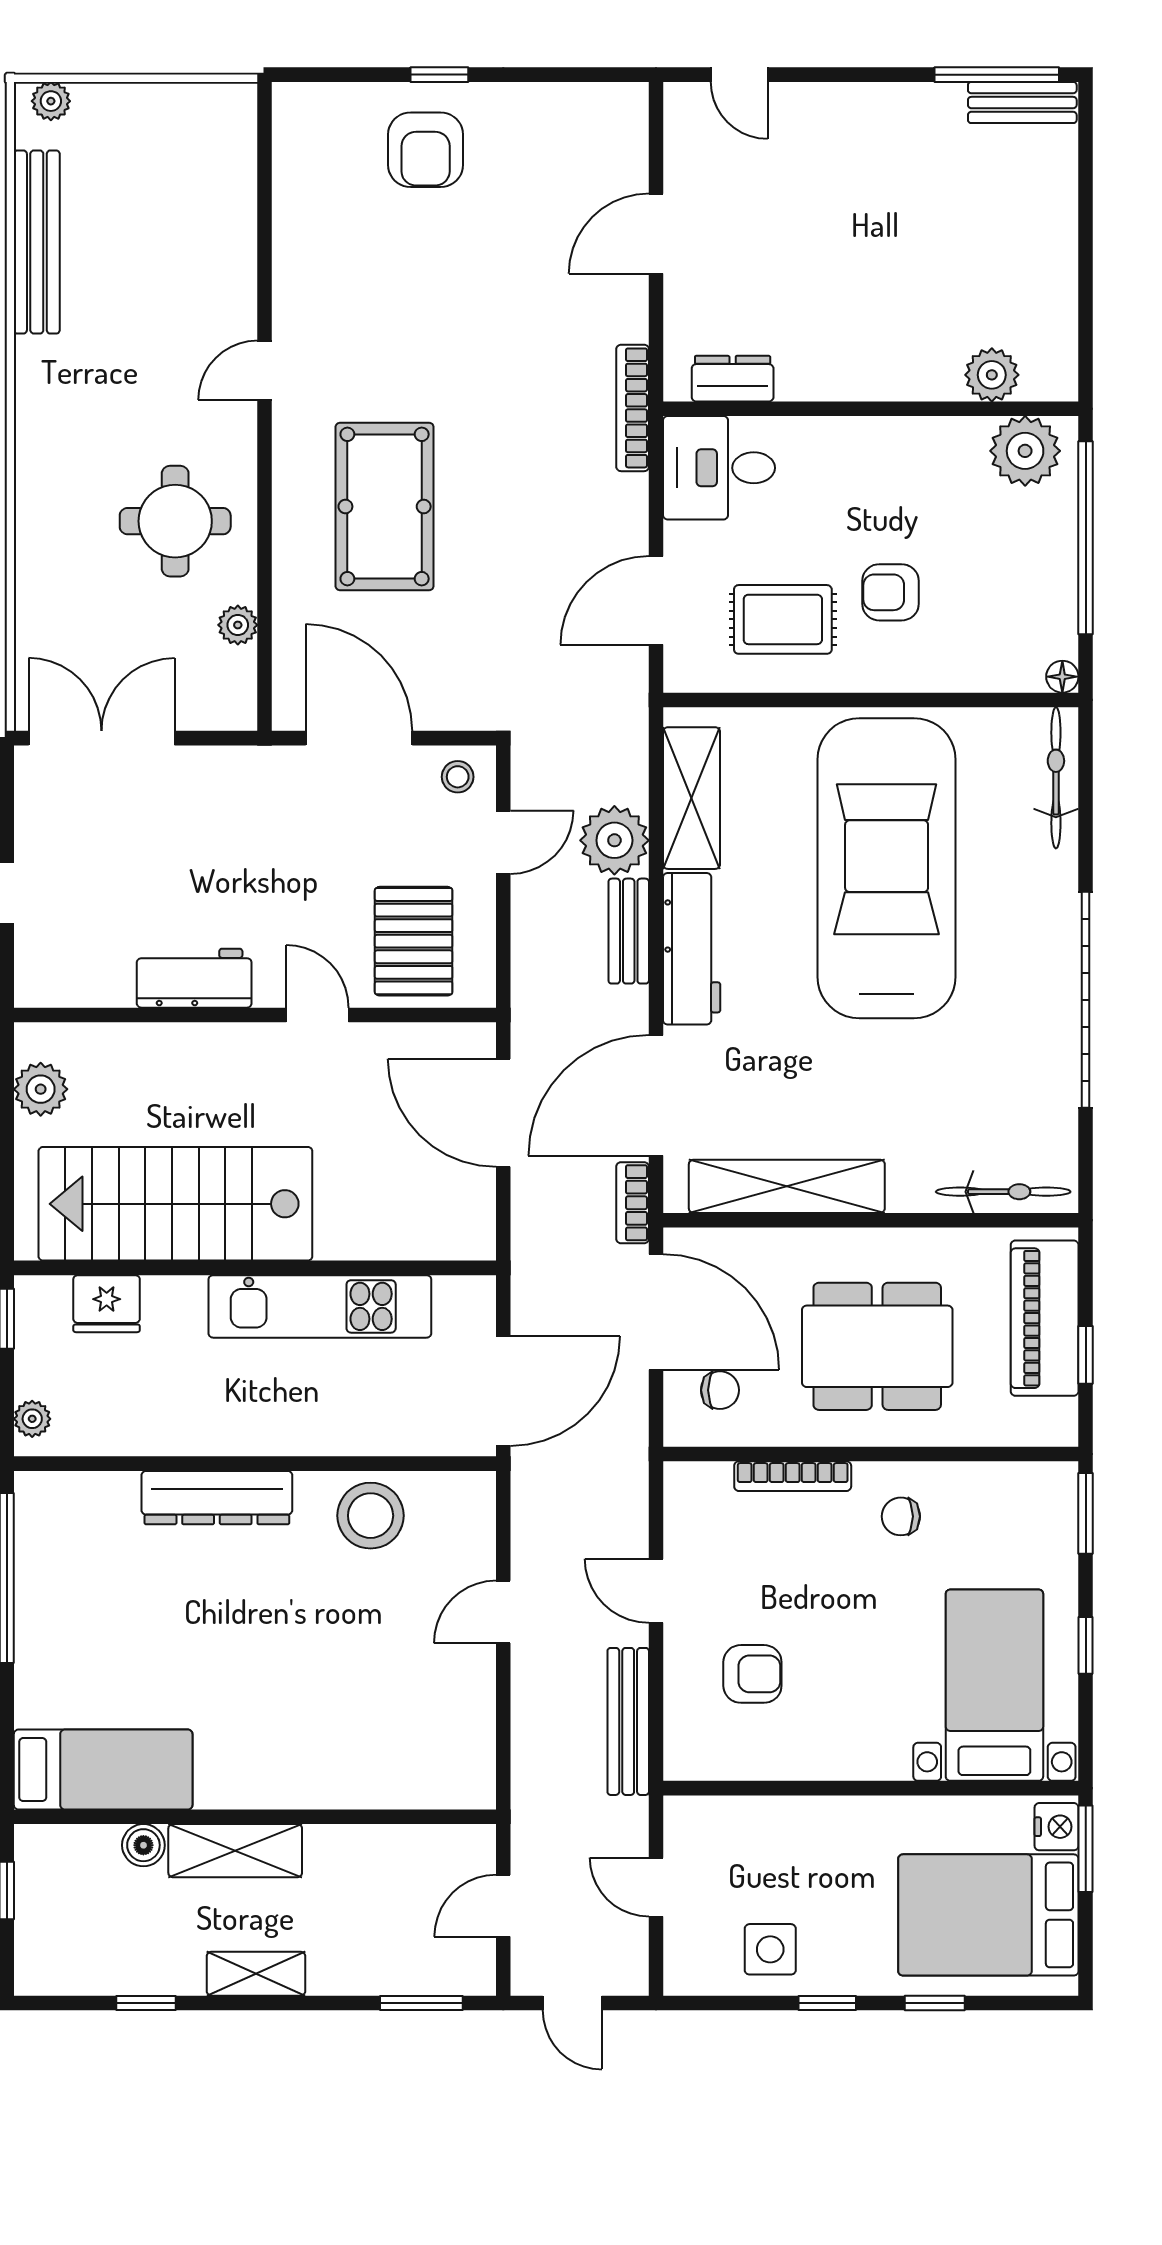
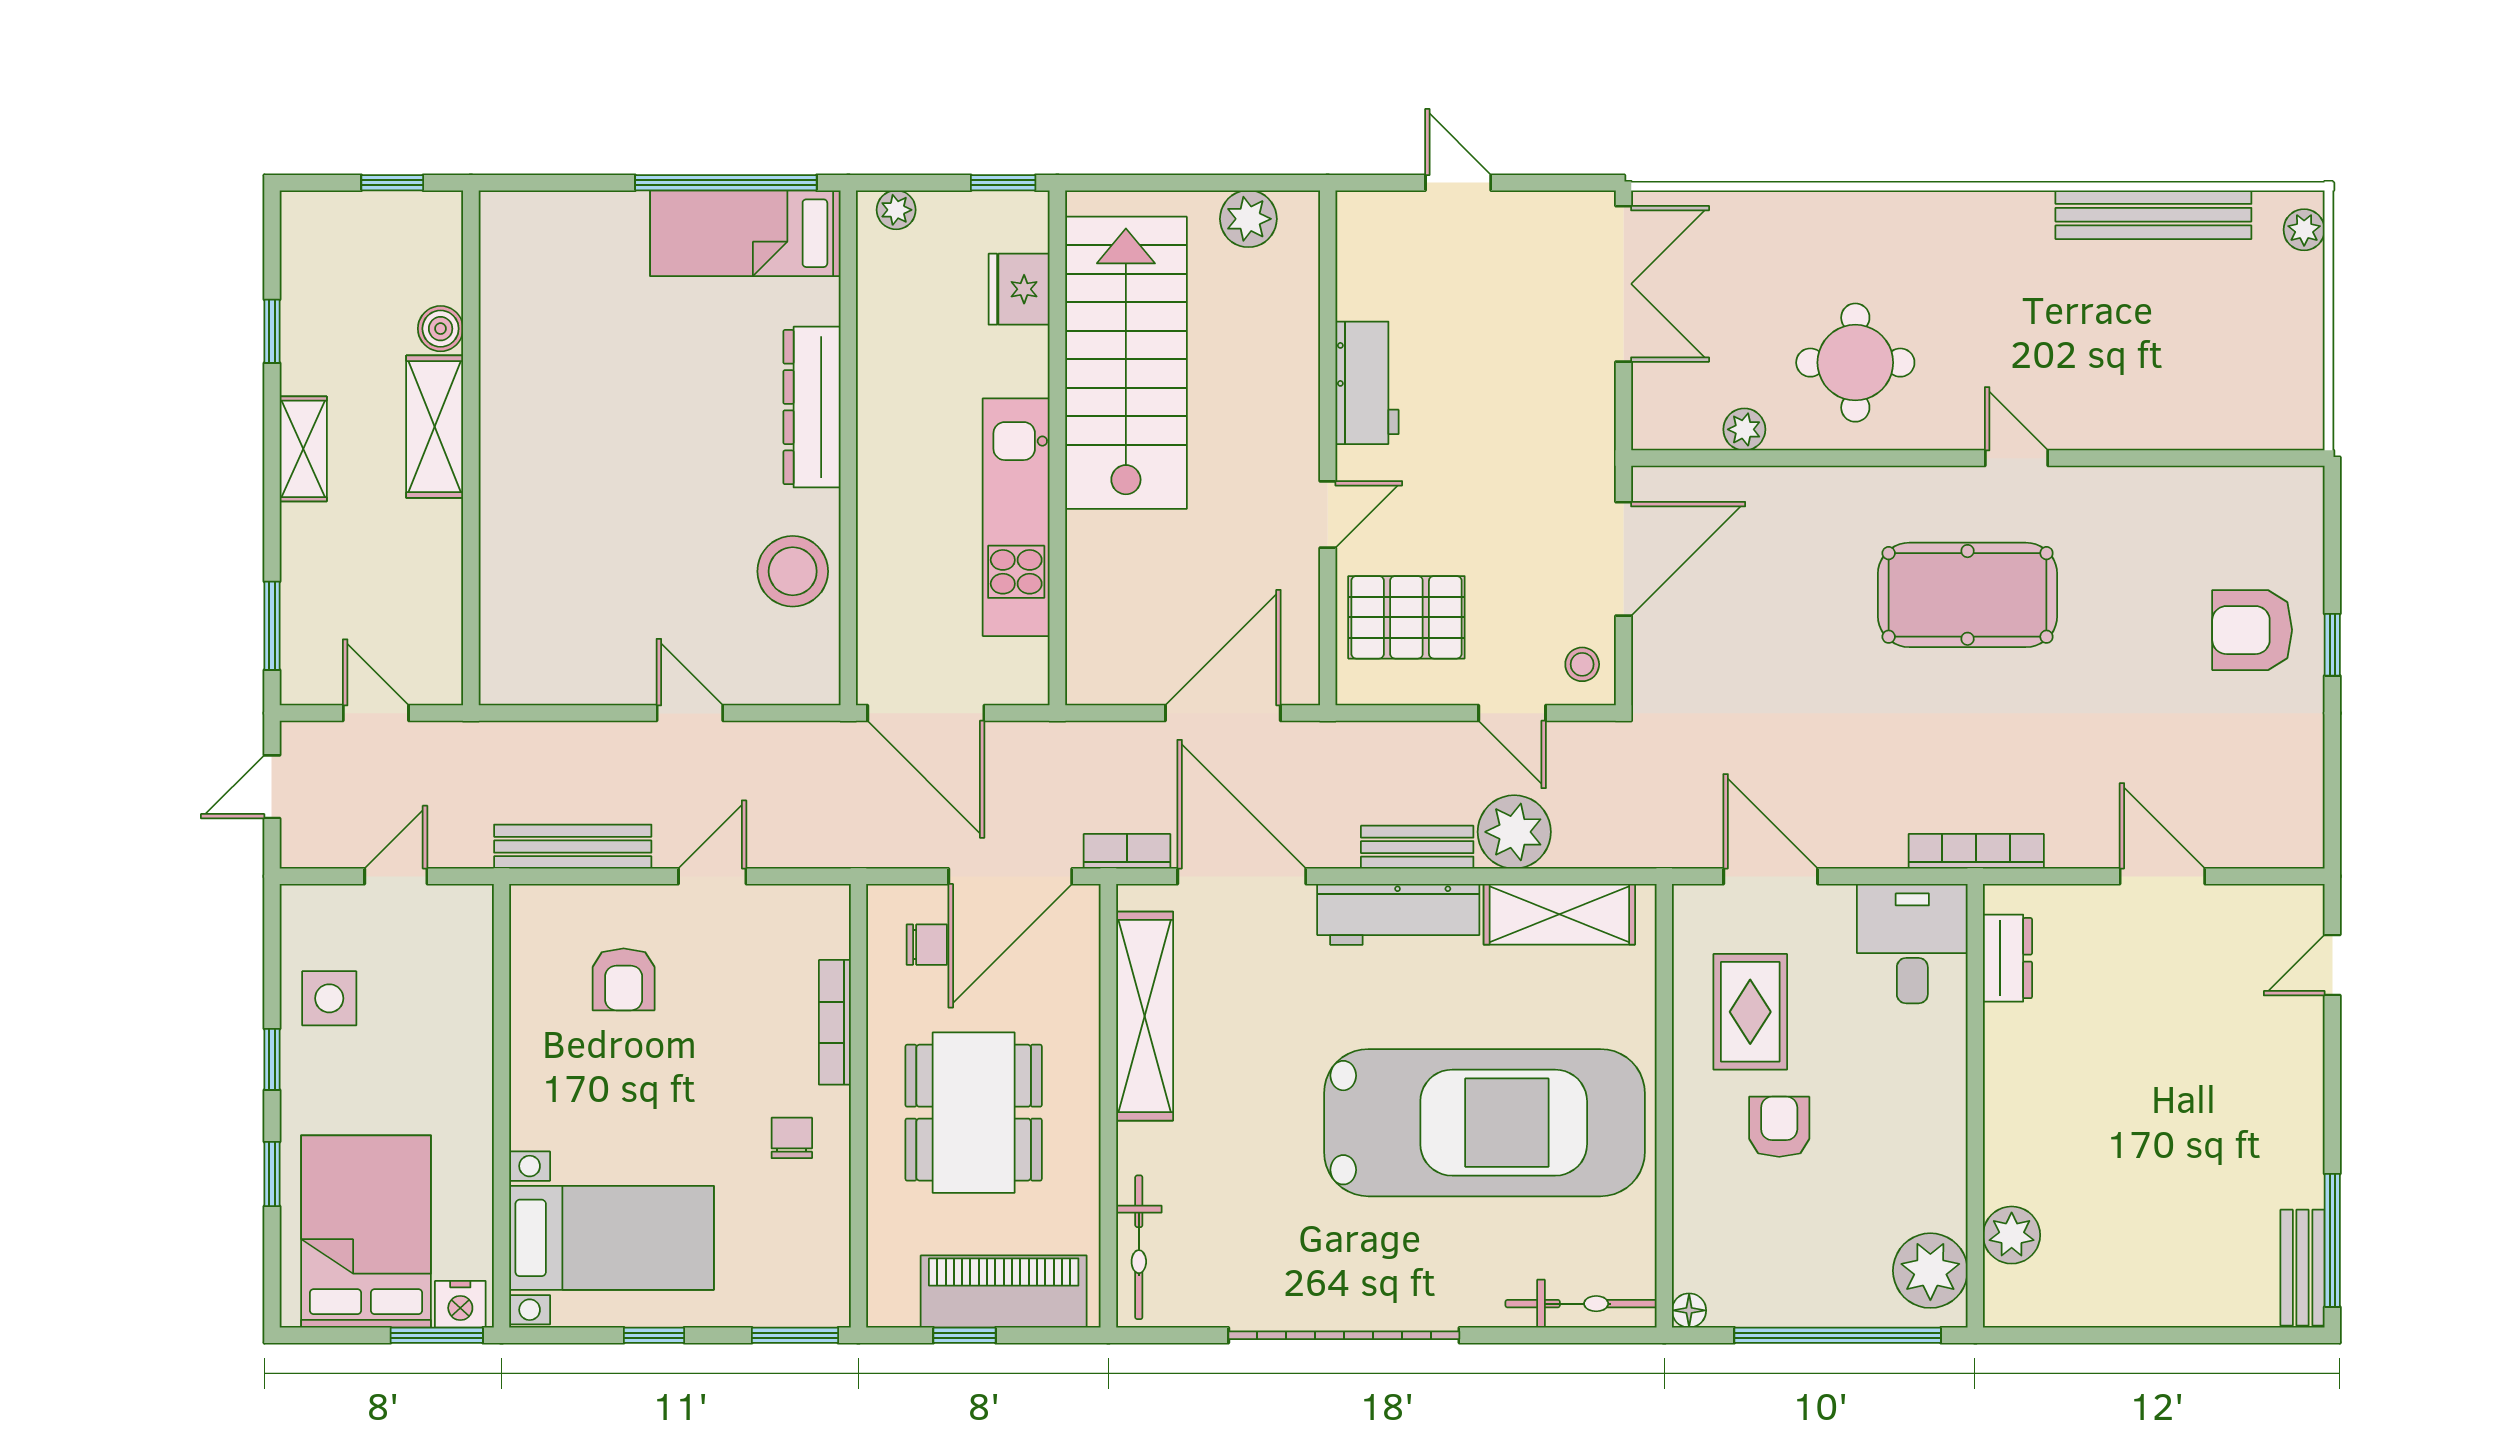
pool table: (385, 507) -> (1968, 595), moved
chair: (720, 1390) -> (927, 945), turned -90
bed: (103, 1770) -> (745, 233), moved, turned 90

